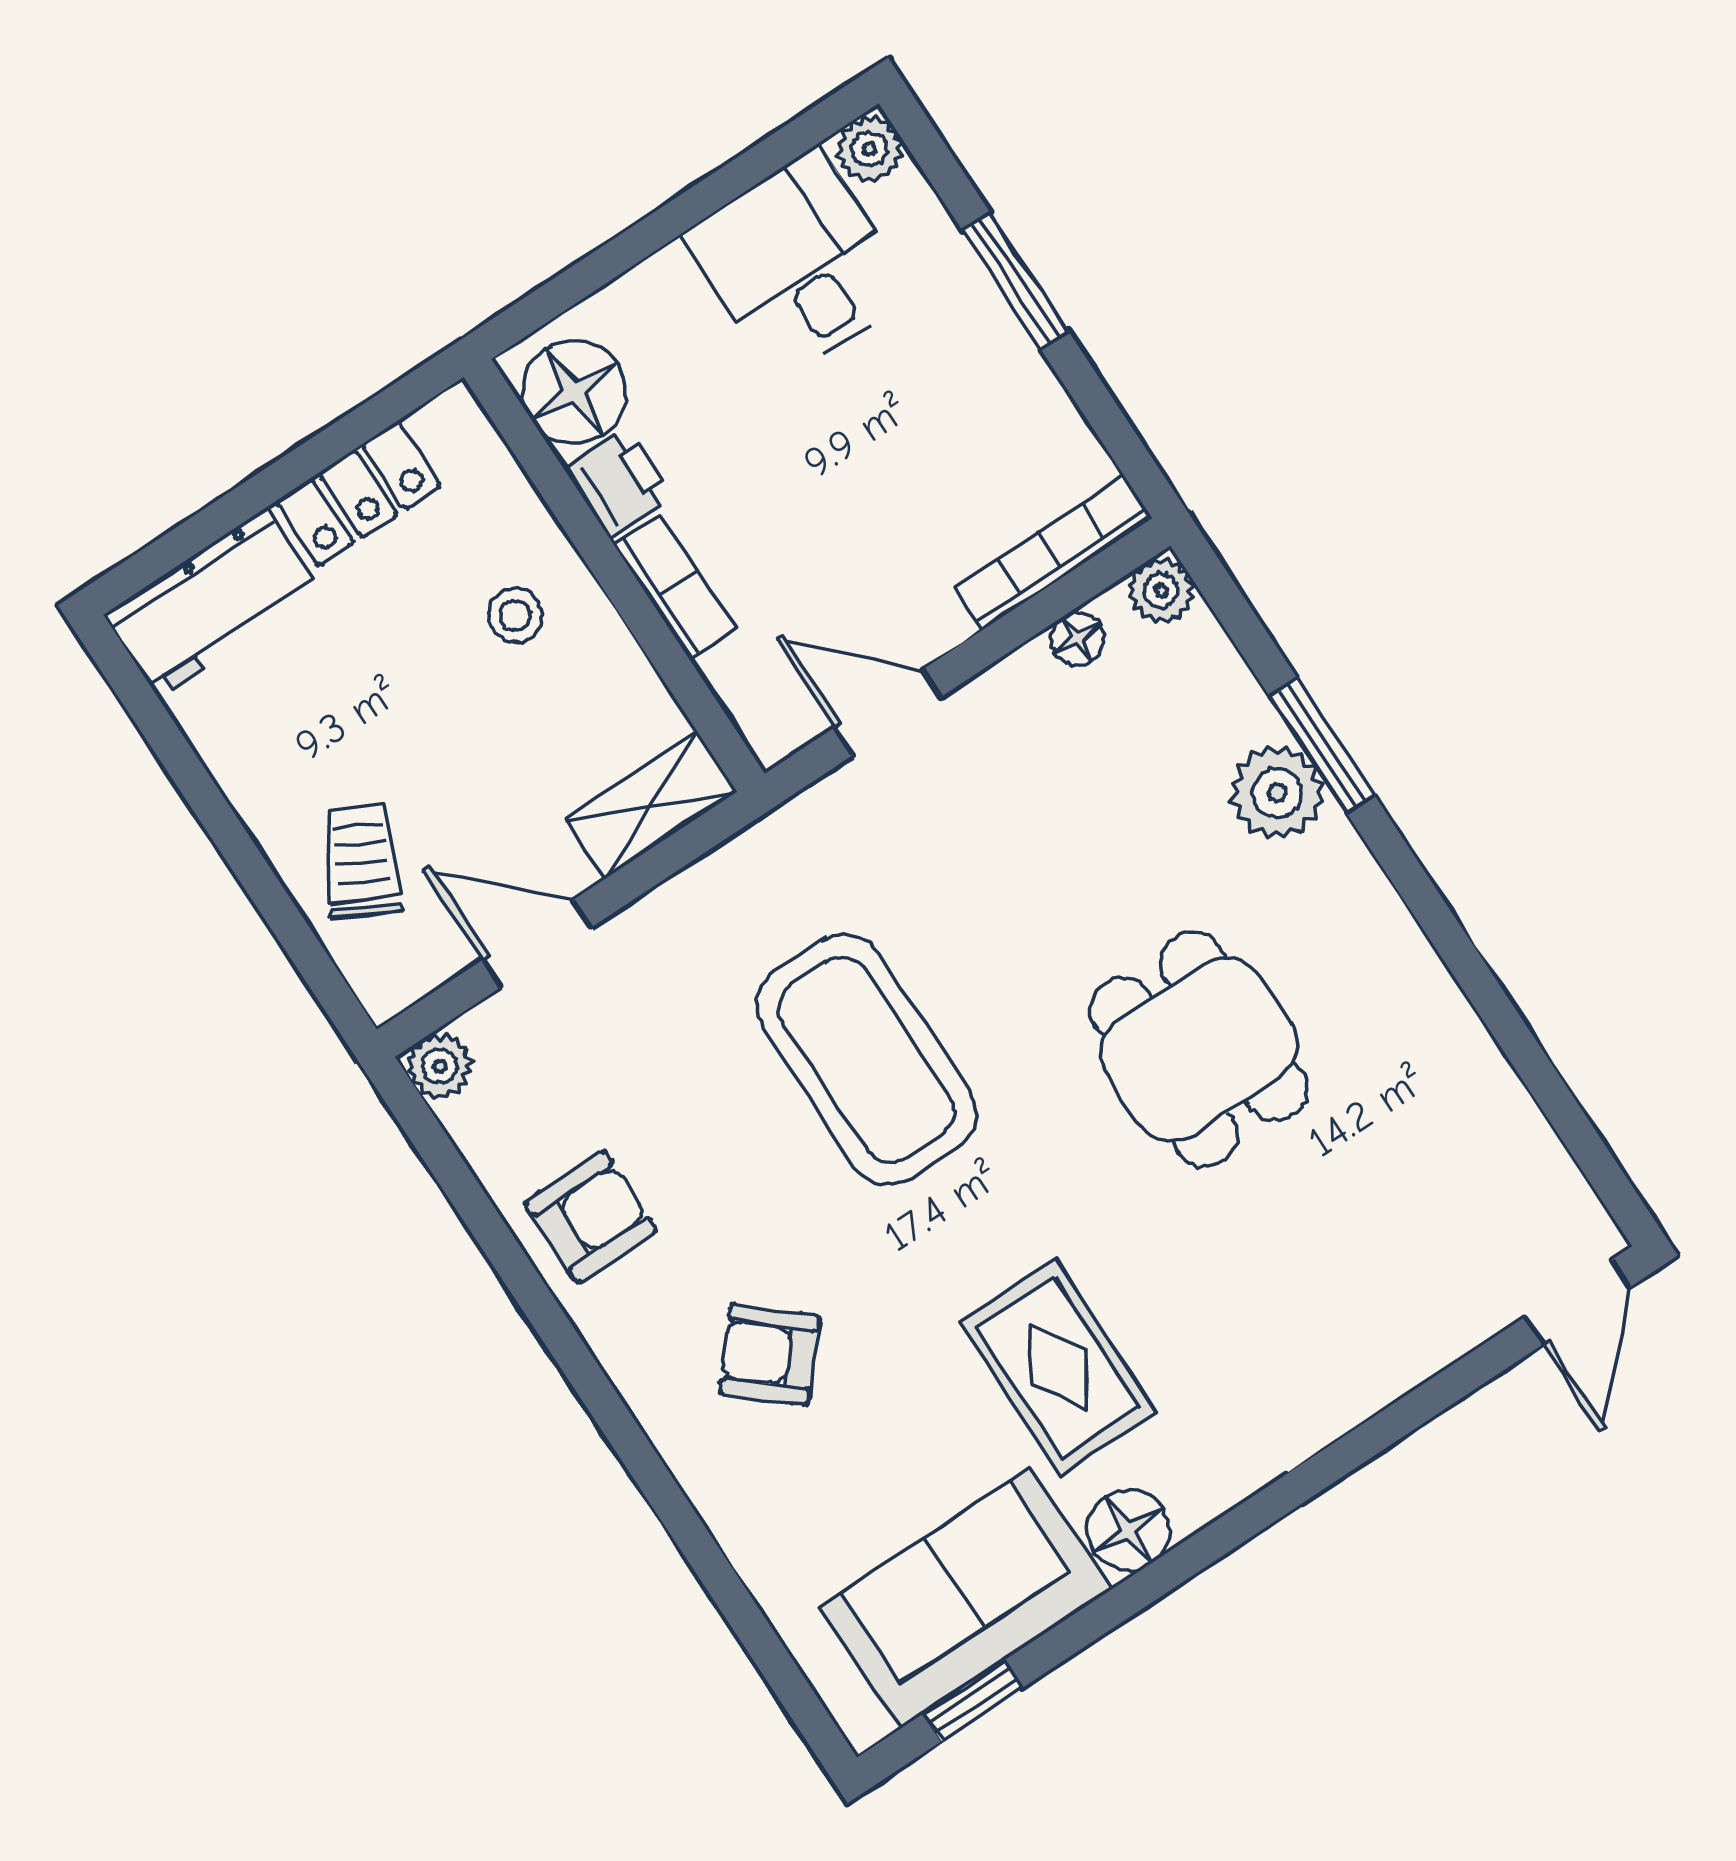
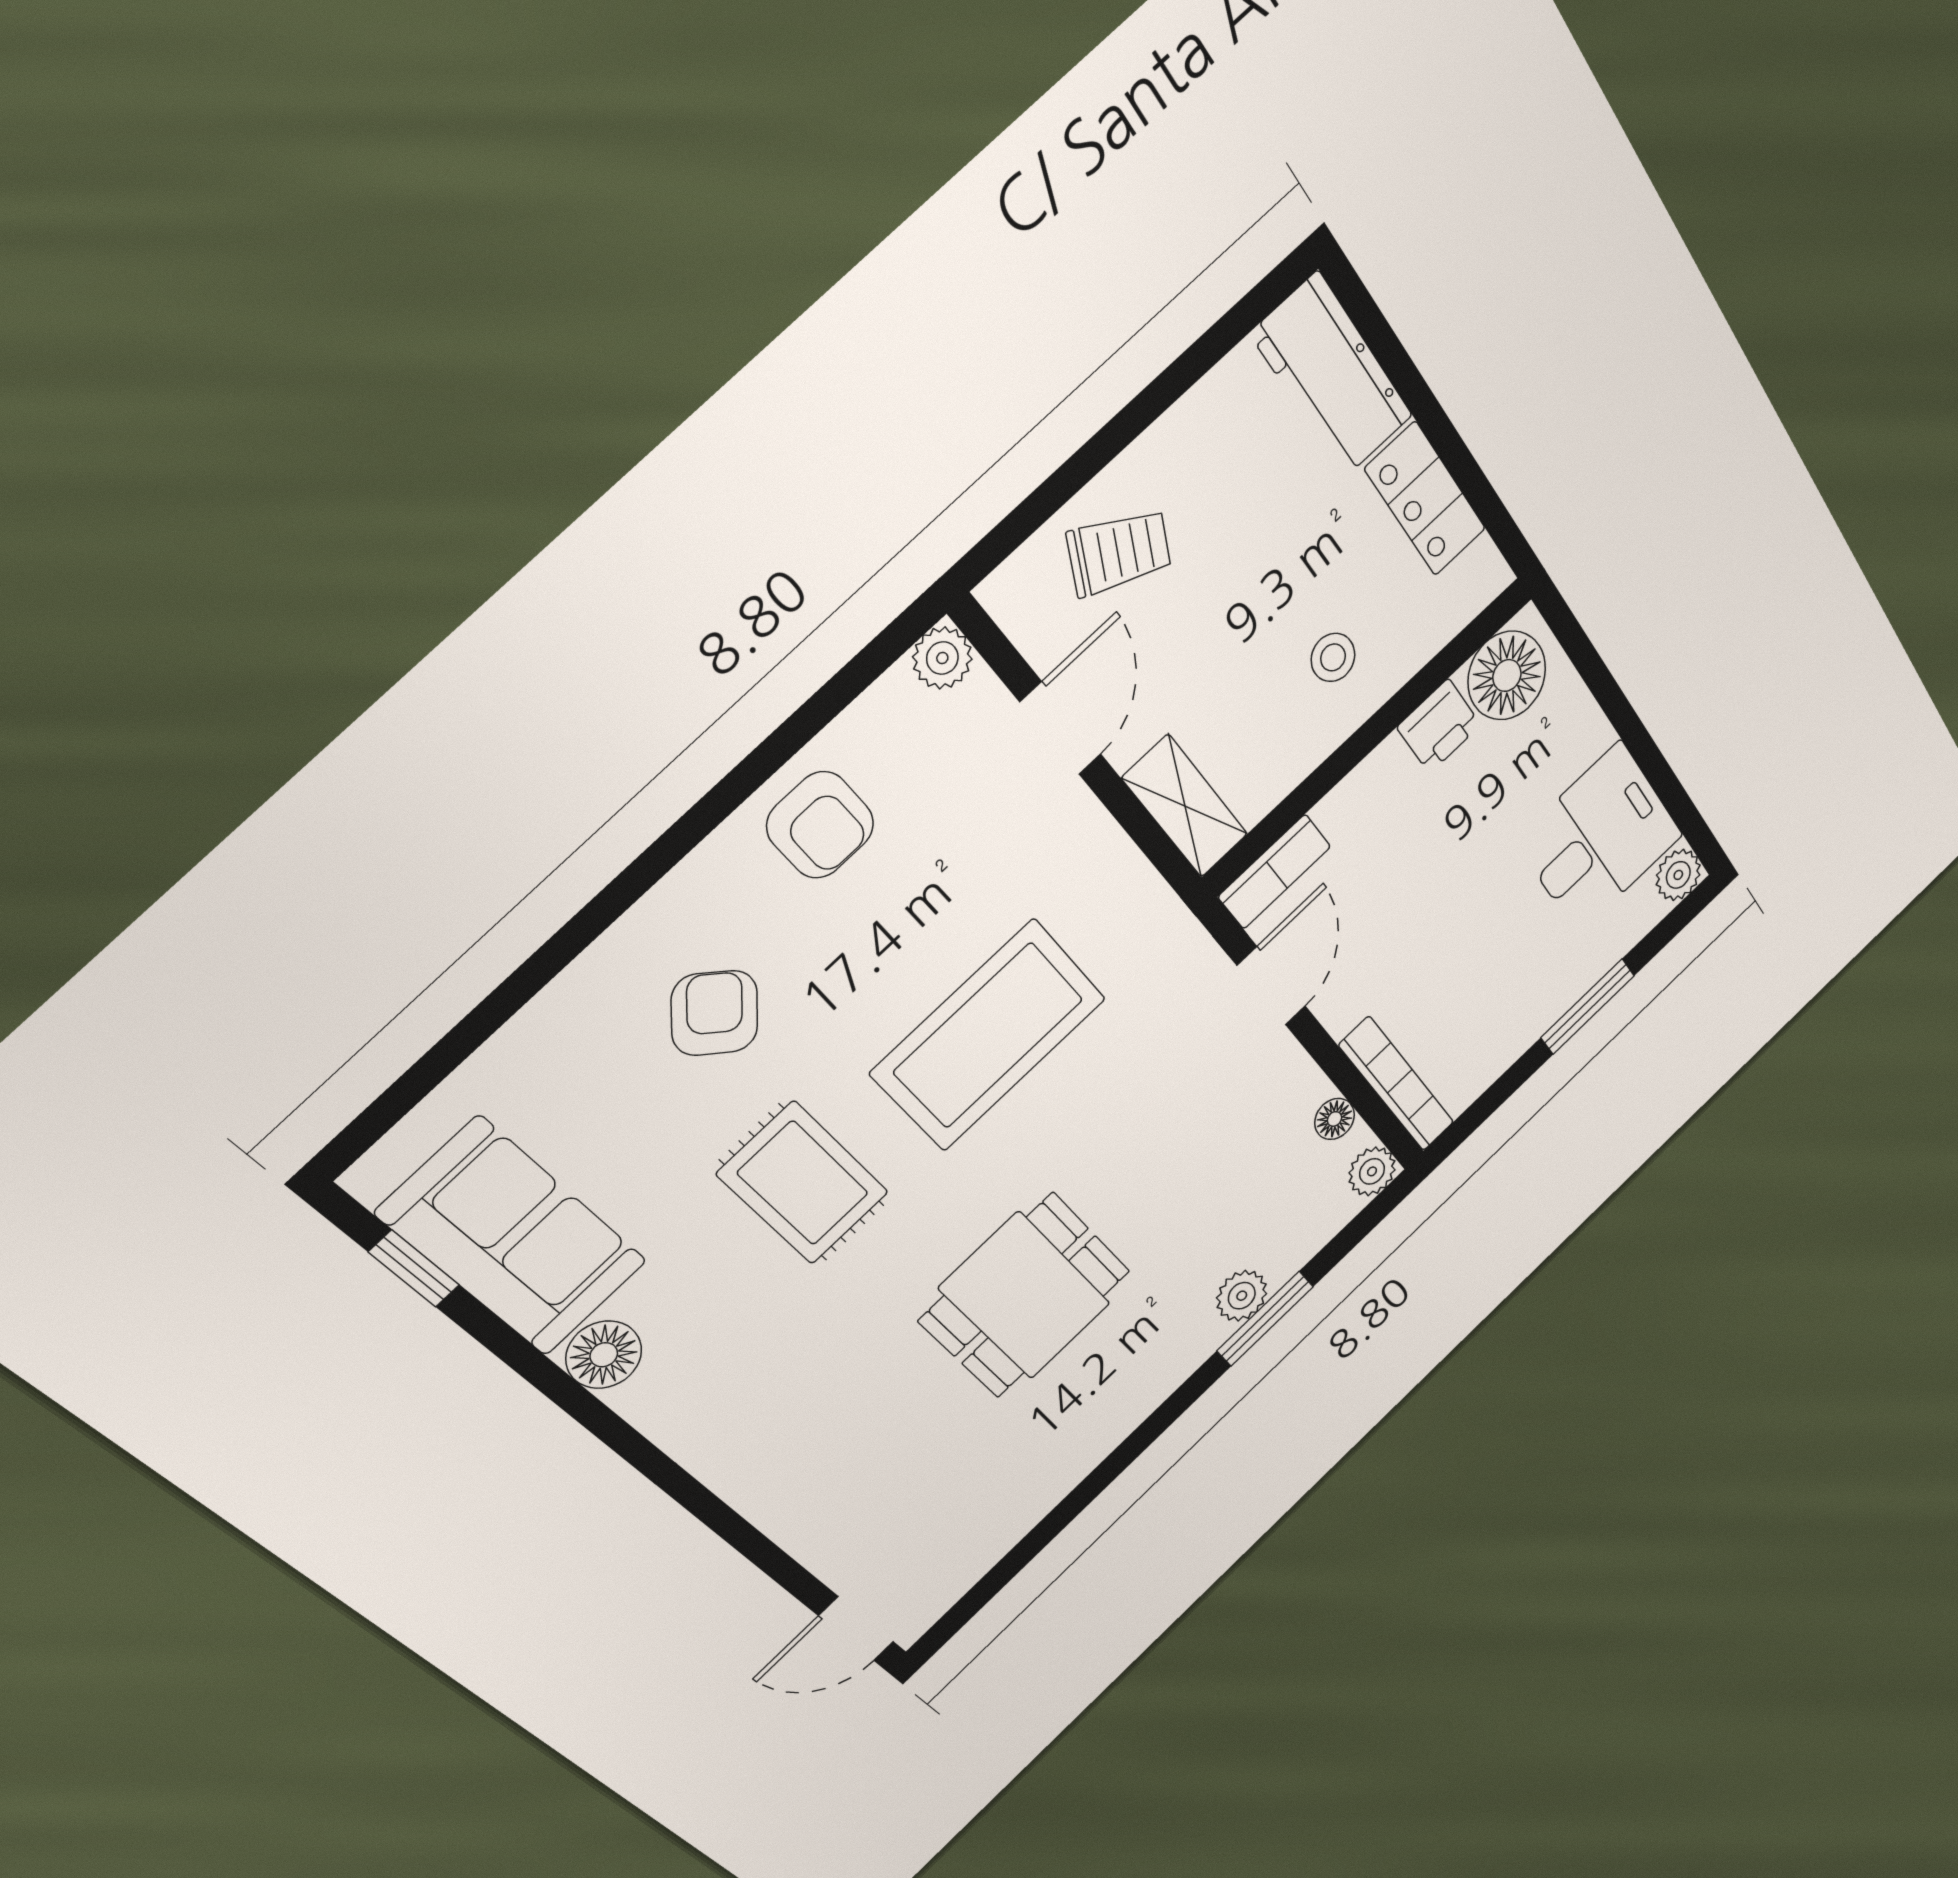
bookcase: (674, 587) -> (1274, 872), moved
plant: (1277, 792) -> (1242, 1296), width x0.73, depth x0.73
rug: (1058, 1367) -> (803, 1183), moved, turned 90

